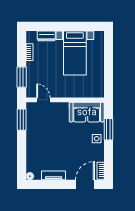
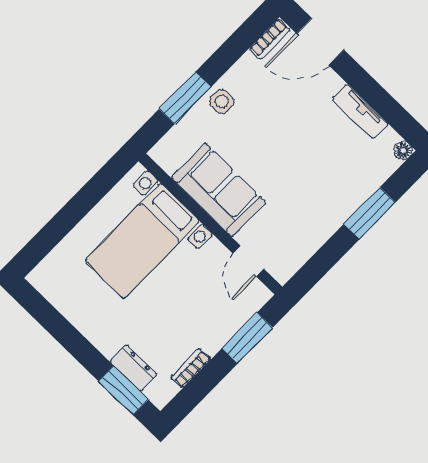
window: (43, 26) -> (123, 390), added
bed with nightstands: (75, 53) -> (142, 241), moved, turned 180
sofa: (87, 112) -> (218, 190), moved
window: (22, 120) -> (370, 213), moved

